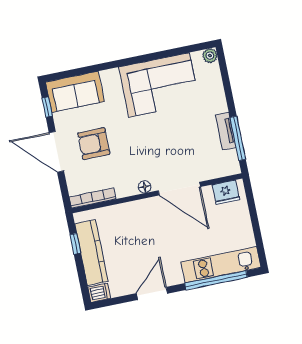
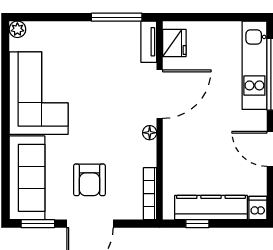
sofa: (75, 92) -> (27, 178), width x1.36
window: (47, 107) -> (38, 224), width x1.50
tv unit: (226, 131) -> (149, 42), moved, turned 90

